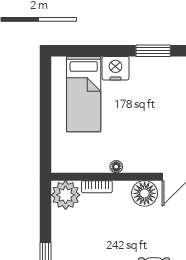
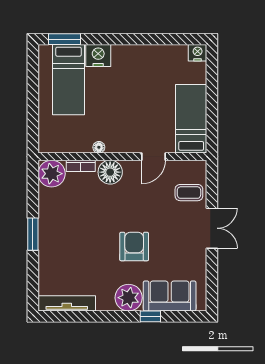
window: (153, 51) -> (65, 39), moved
floor lamp: (145, 193) -> (110, 172), moved

